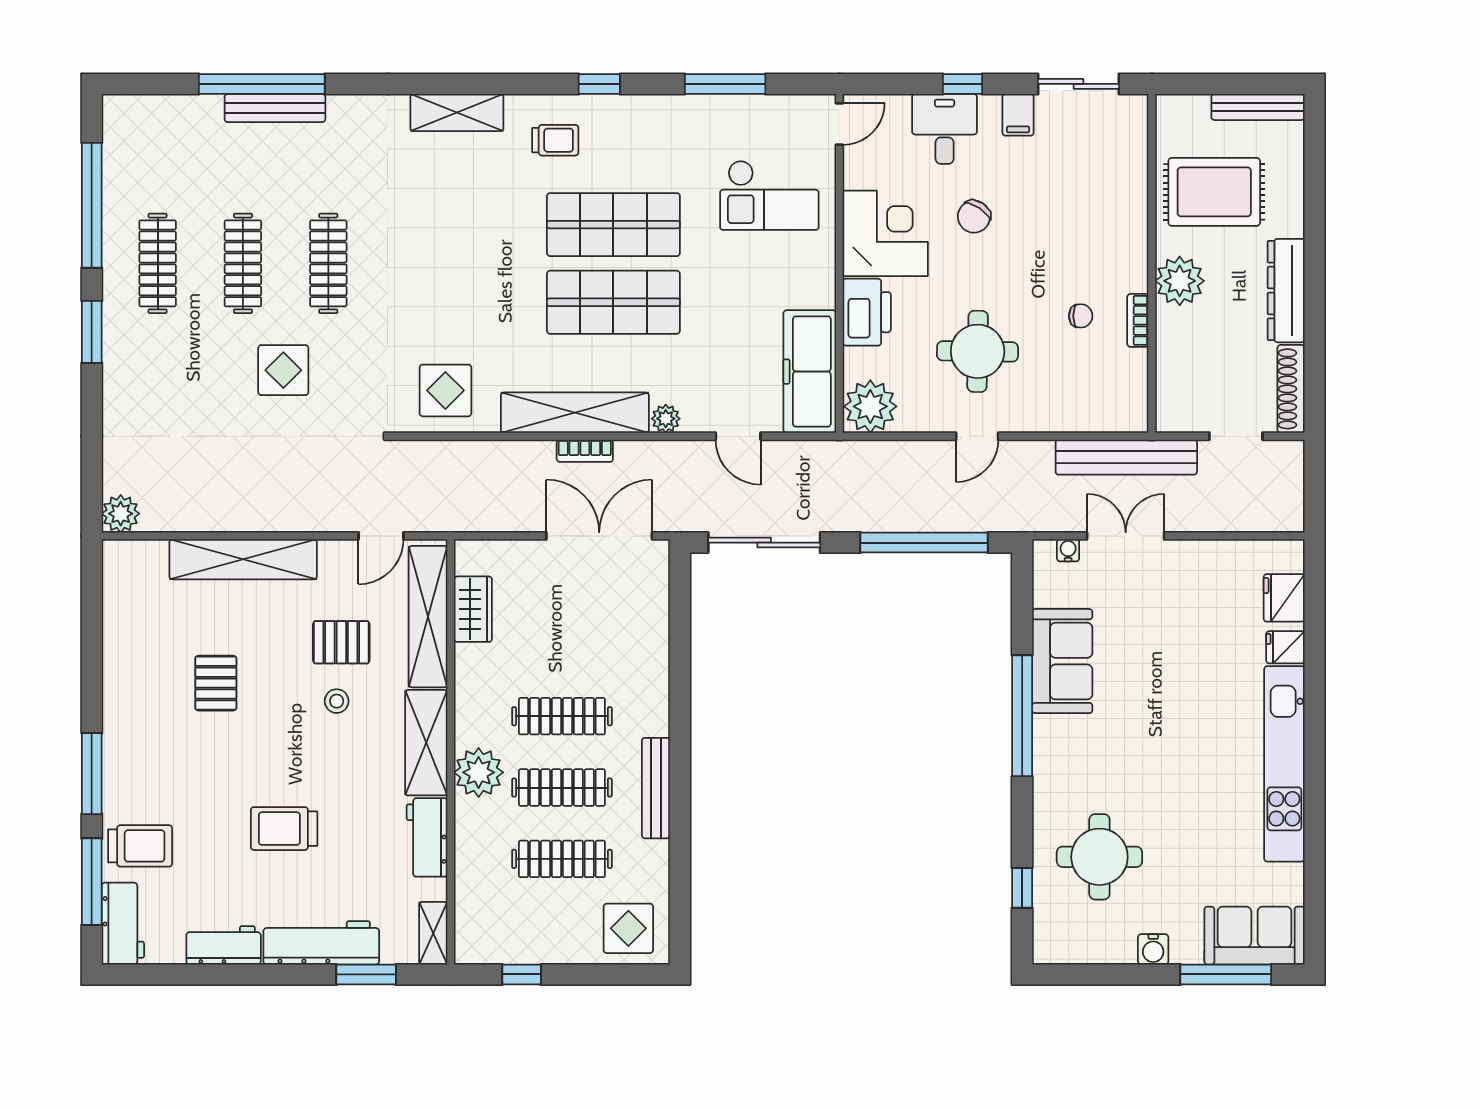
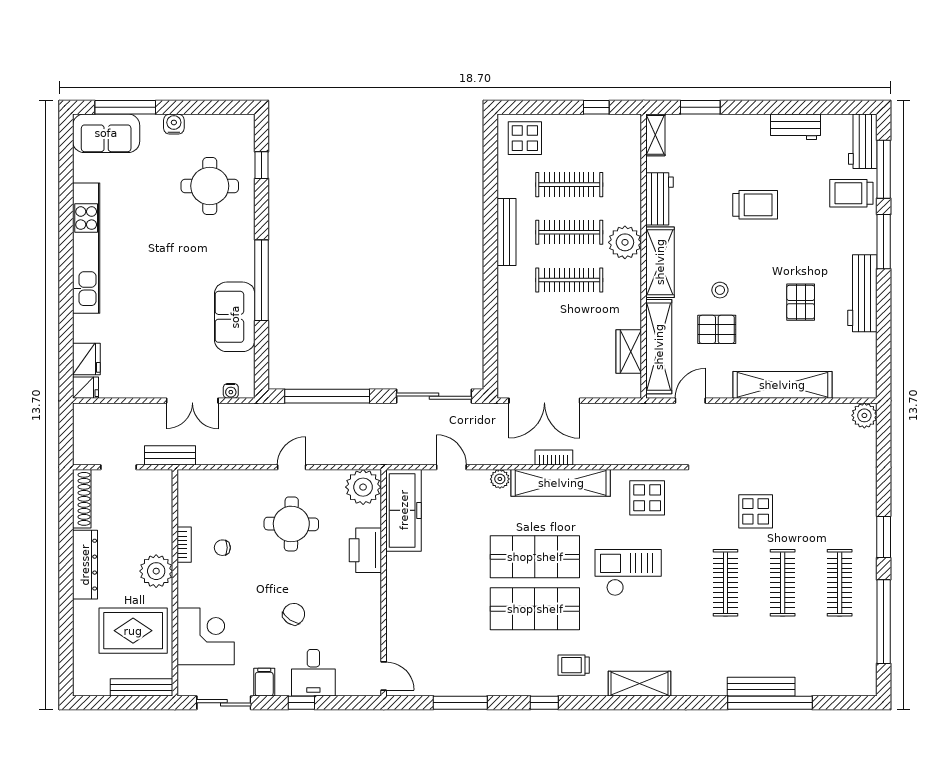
bench: (1258, 107) -> (141, 687), moved
door: (839, 124) -> (384, 676), swing flipped
checkout: (769, 195) -> (628, 573), moved
corner desk: (885, 233) -> (206, 636), moved, turned 180
bench: (1126, 457) -> (170, 455), width x0.54, depth x0.82
fridge: (1285, 647) -> (85, 388), moved
workbench: (321, 943) -> (862, 293), moved, turned 90

